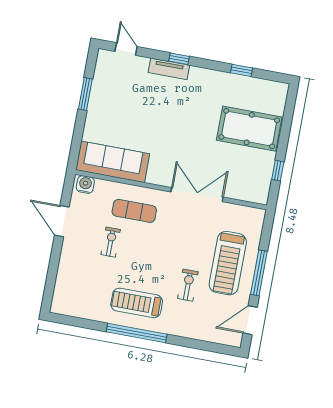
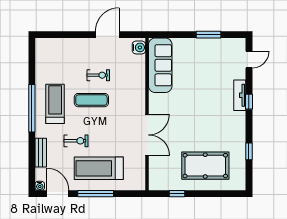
pool table: (249, 129) -> (205, 166), turned 90
exercise mat: (134, 211) -> (91, 100), moved, turned 90
bench: (195, 332) -> (41, 153), added
water cooler: (236, 341) -> (40, 186), added

